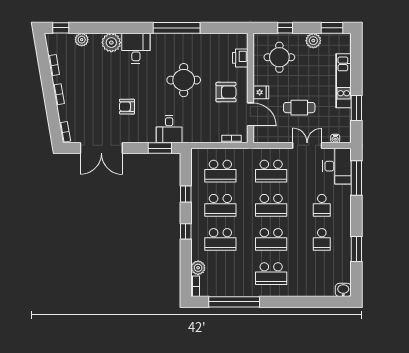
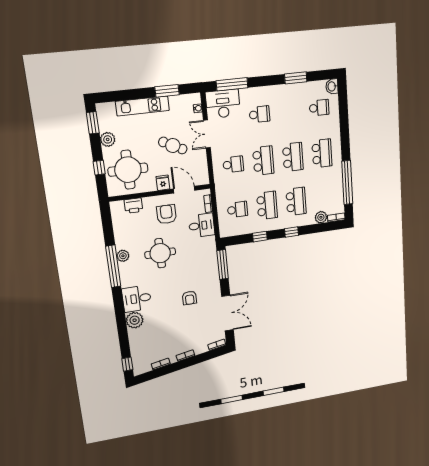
plant: (82, 40) -> (123, 256), moved
round table: (279, 57) -> (128, 170), width x1.36, depth x1.36
cafe table: (299, 108) -> (173, 146), turned -63
door: (250, 114) -> (184, 190), hinge flipped
desk: (169, 129) -> (202, 225), moved
window: (160, 148) -> (223, 265), width x1.44
school desk: (220, 171) -> (237, 210), width x0.54
school desk: (271, 171) -> (233, 164), width x0.54
school desk: (322, 239) -> (319, 108), moved

